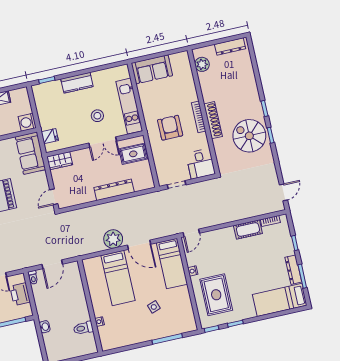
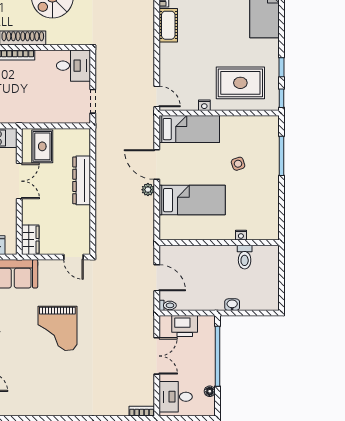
armchair: (170, 128) -> (20, 93), removed
plant: (113, 239) -> (148, 190), width x0.53, depth x0.53
door: (139, 245) -> (157, 165), swing flipped

